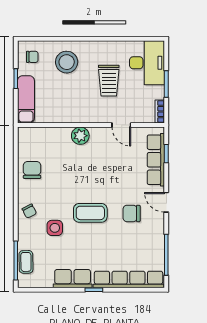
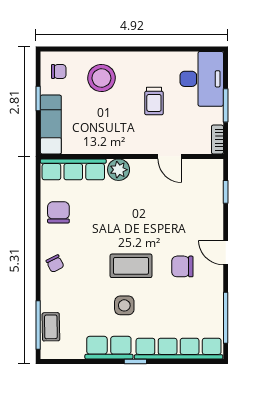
trolley: (109, 81) -> (154, 101), width x0.73, depth x0.72
row of seats: (156, 160) -> (73, 169), moved, turned -90
side table: (55, 228) -> (124, 305), moved

